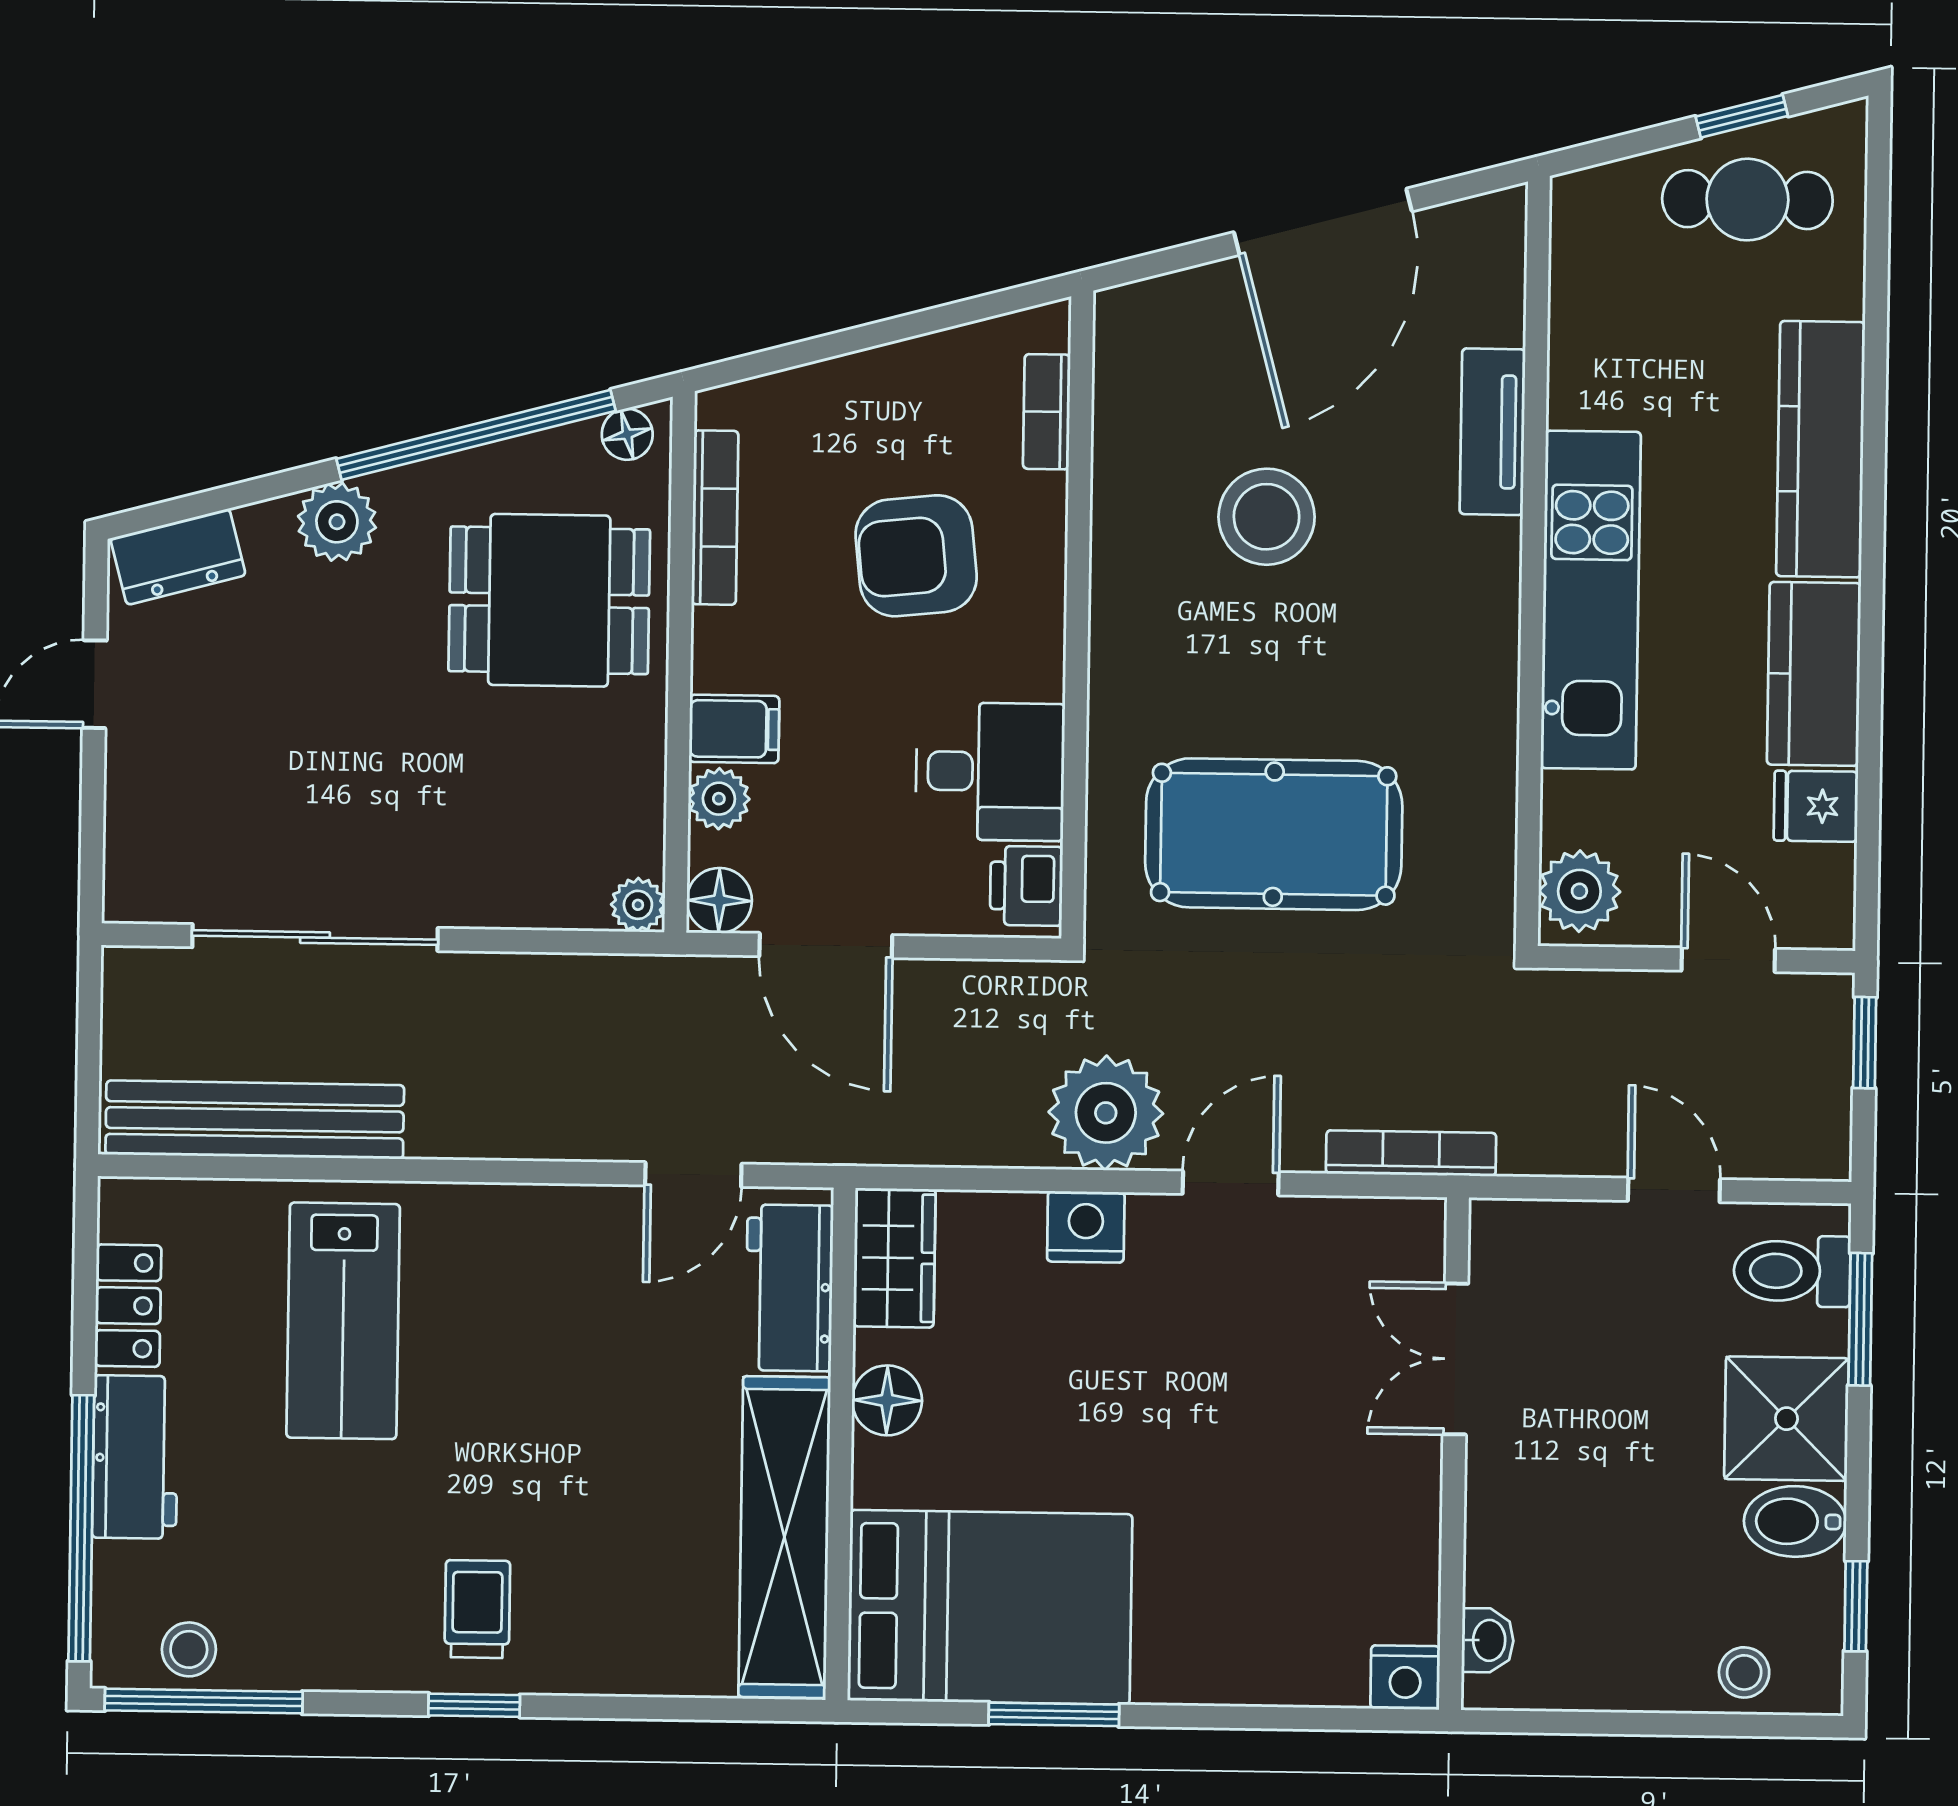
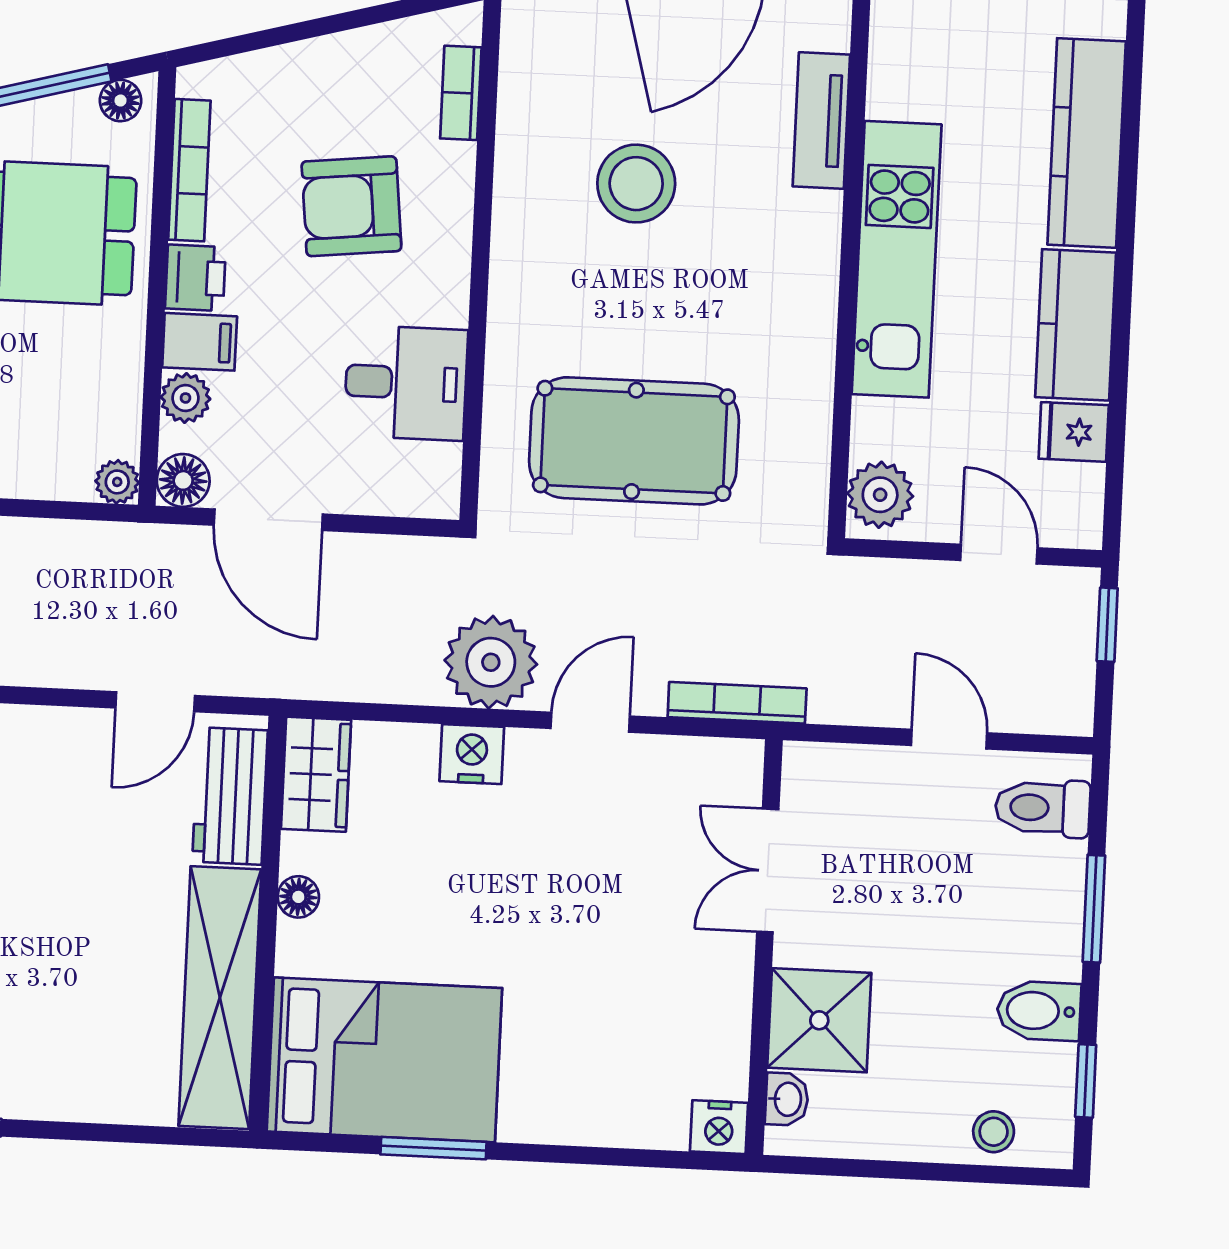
printer: (1026, 886) -> (195, 278), moved, turned 180
window: (1860, 1319) -> (1094, 909), moved
floor lamp: (887, 1400) -> (298, 897), width x0.73, depth x0.73
shower: (1786, 1419) -> (819, 1020), moved

